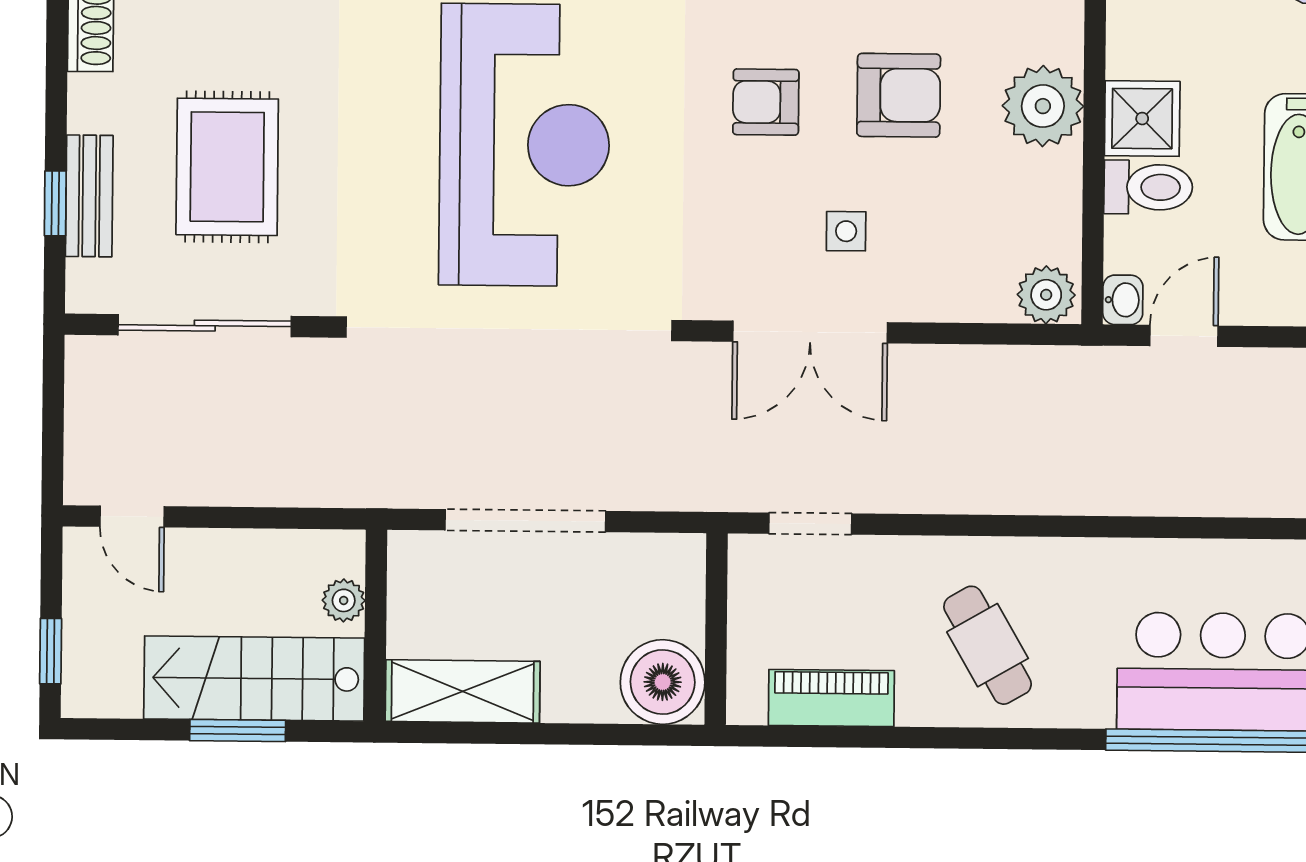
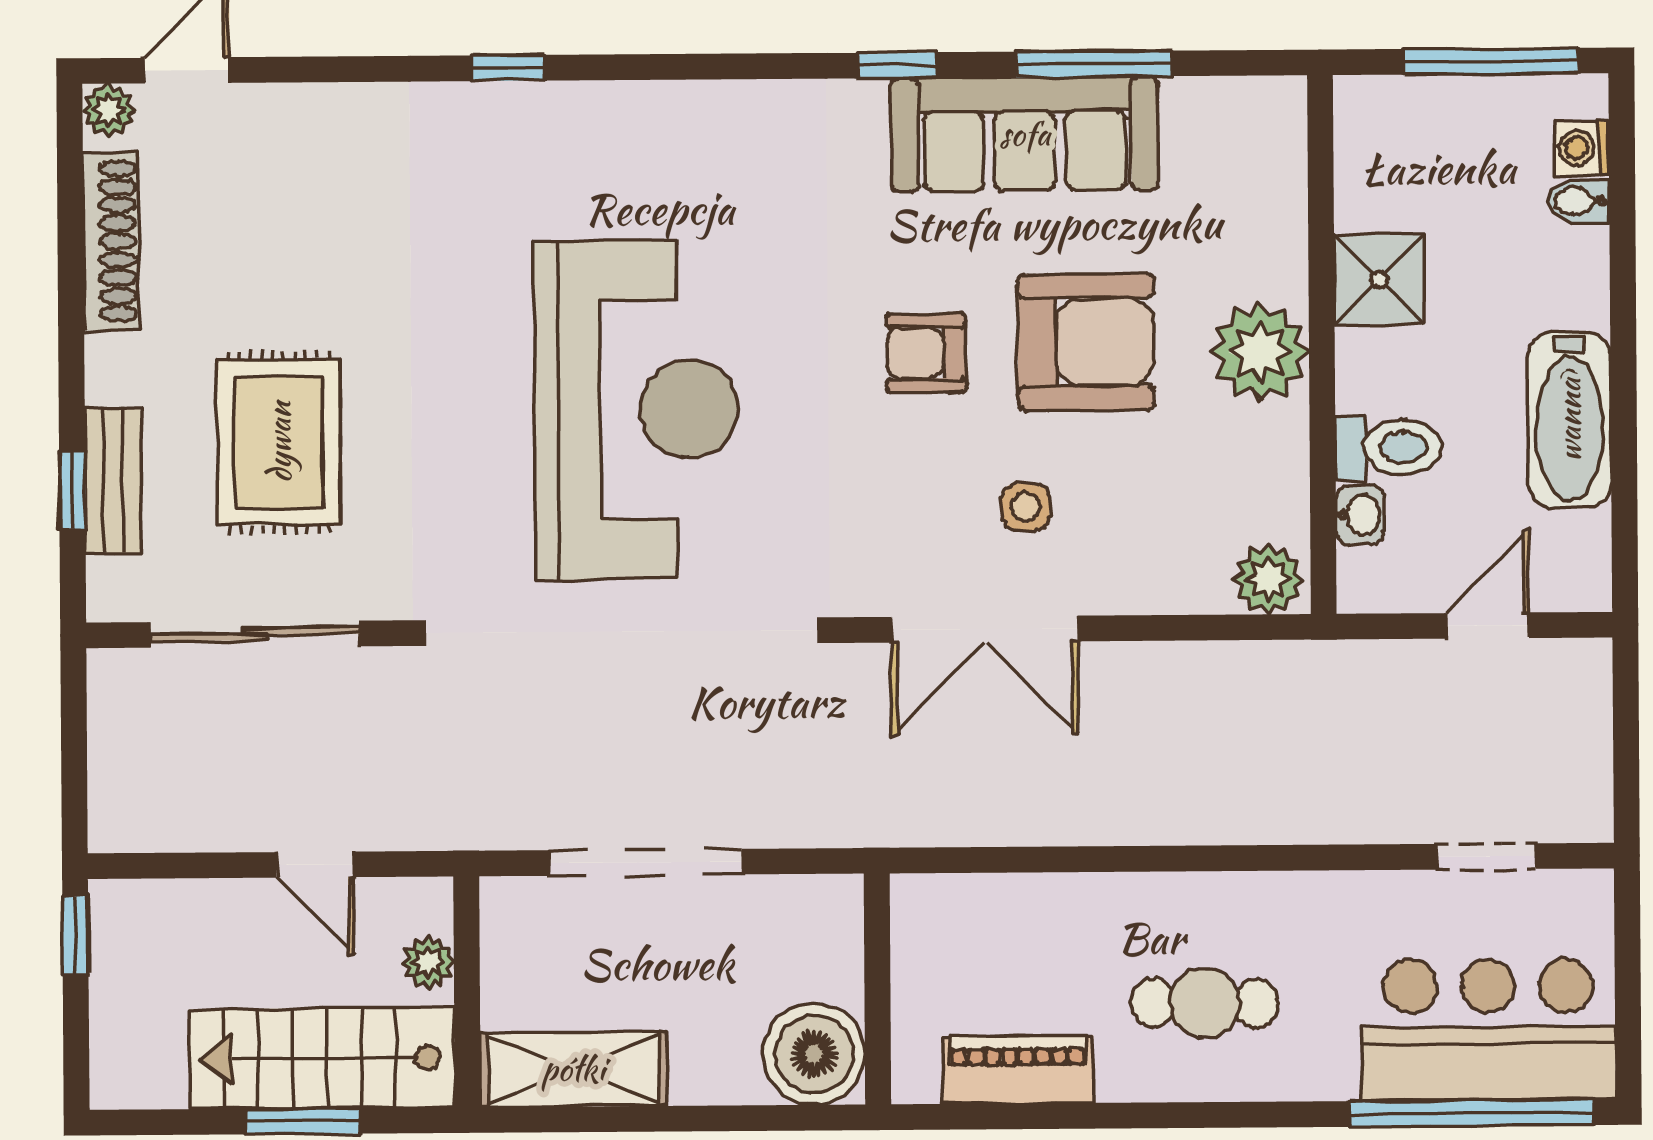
armchair: (899, 95) -> (1086, 342), width x1.36, depth x1.36
shower: (1142, 119) -> (1379, 280), moved
washbasin: (1123, 300) -> (1360, 515), moved
door: (1184, 336) -> (1488, 626), moved
door: (132, 516) -> (315, 865), moved
doorway: (810, 524) -> (1486, 856), moved
cafe table: (988, 645) -> (1205, 1003), turned -59
window: (51, 651) -> (75, 935), moved

